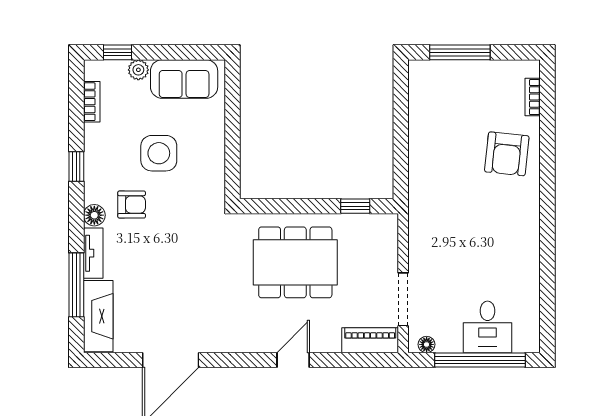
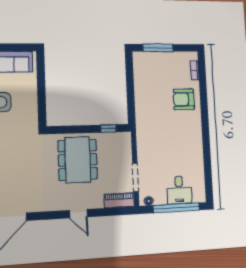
armchair: (507, 154) -> (184, 99), turned 84
dining table: (295, 262) -> (78, 160), turned 90
door: (293, 360) -> (78, 214), swing flipped

